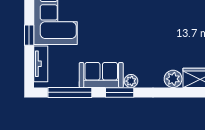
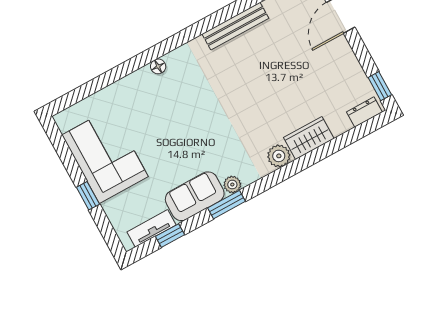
tv unit: (41, 64) -> (152, 228), moved, turned -90
window: (70, 92) -> (170, 236), width x0.46

